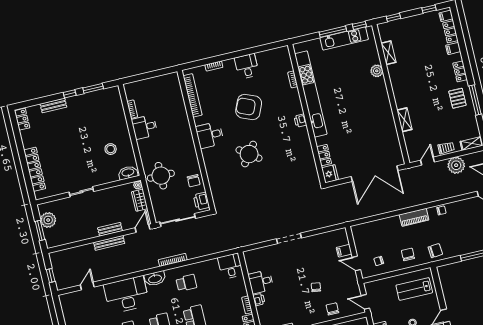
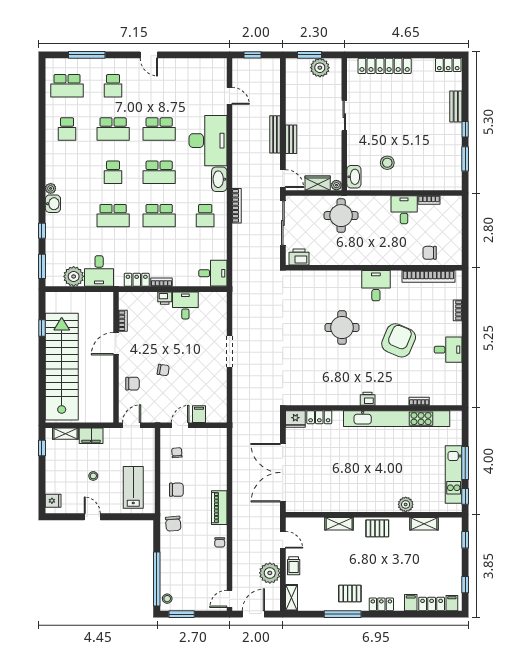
pallet: (401, 89) -> (377, 528), added
round table: (249, 154) -> (342, 328), turned -36
chair: (194, 181) -> (430, 253), moved

